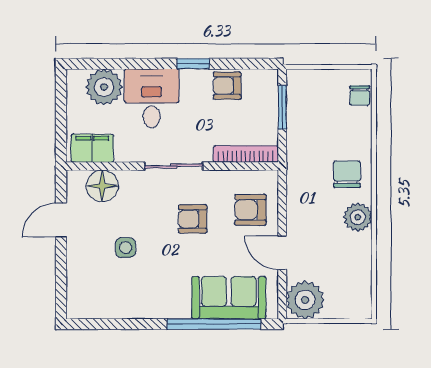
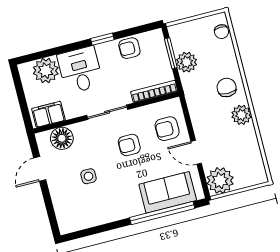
plant: (301, 125) -> (187, 62), added

